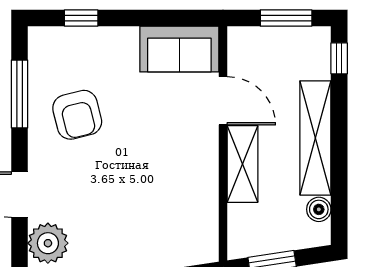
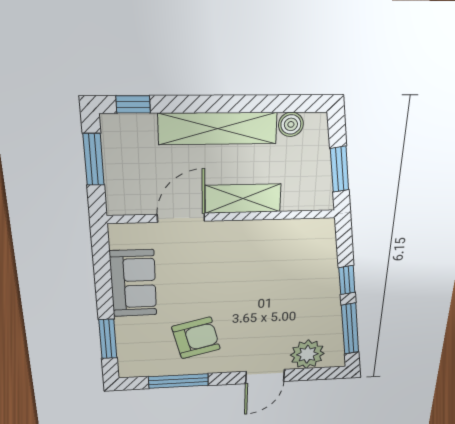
window: (81, 18) -> (108, 339), width x1.50
sofa: (179, 49) -> (133, 283), moved

